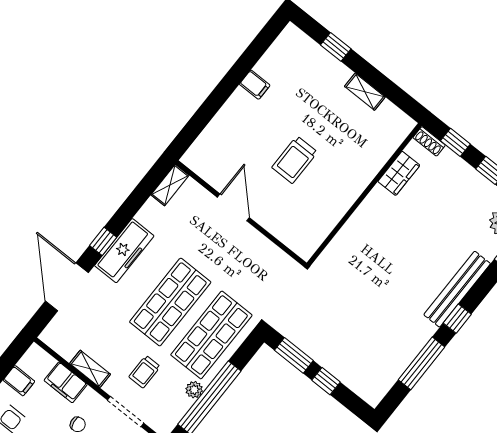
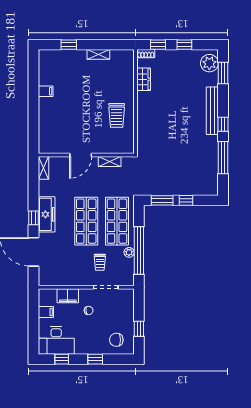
trolley: (295, 160) -> (117, 115), moved
door: (233, 207) -> (81, 155), swing flipped
shelving: (90, 369) -> (110, 161), moved

